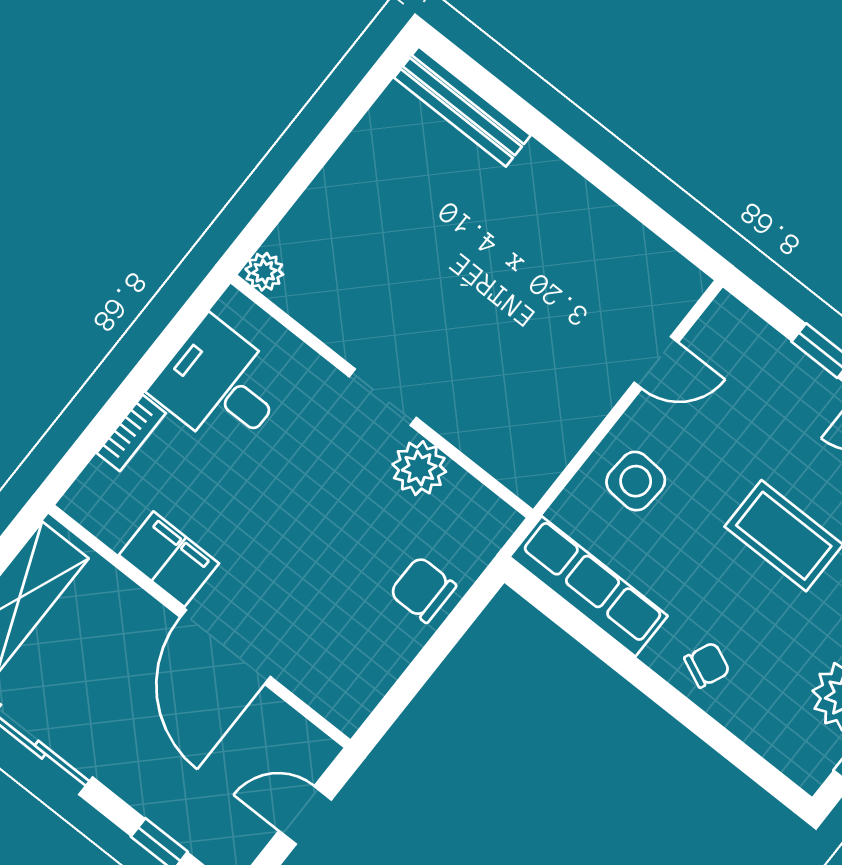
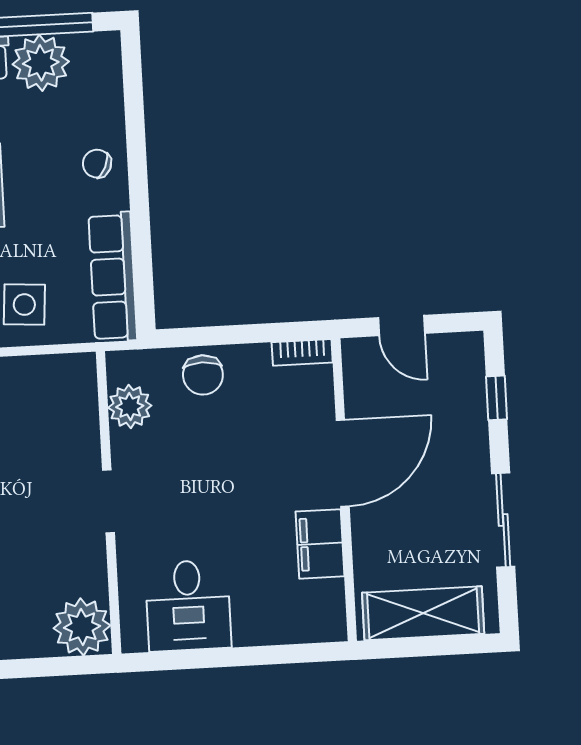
plant: (264, 272) -> (82, 627), width x1.87, depth x1.87
bookcase: (131, 433) -> (302, 352), moved, turned 180
plant: (419, 468) -> (130, 406), moved

